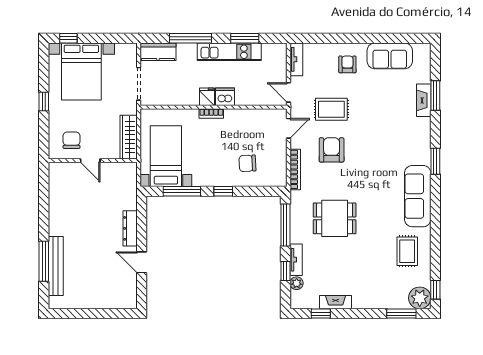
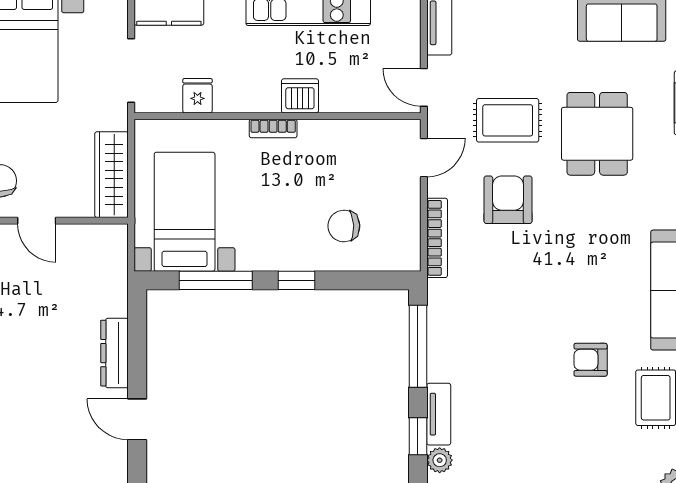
armchair: (347, 64) -> (591, 360), moved, turned -90
fridge: (207, 97) -> (197, 96), moved
dining table: (335, 218) -> (597, 134), moved, turned 90

